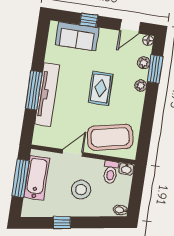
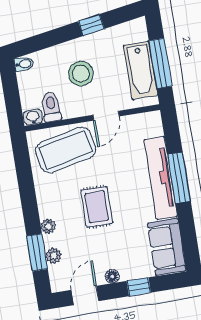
sofa: (77, 36) -> (167, 247), moved, turned -90
floor lamp: (148, 40) -> (112, 276), moved

